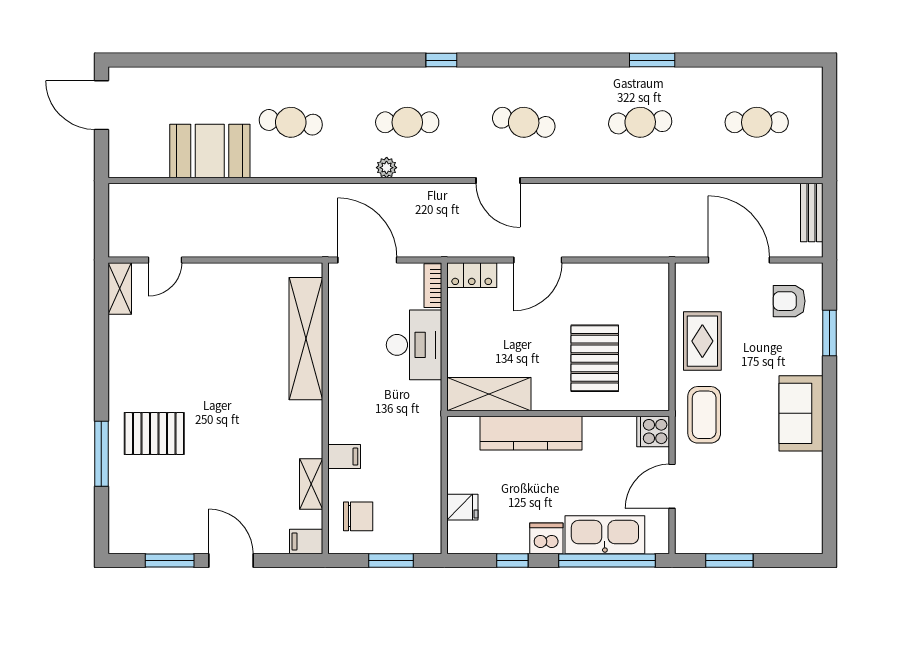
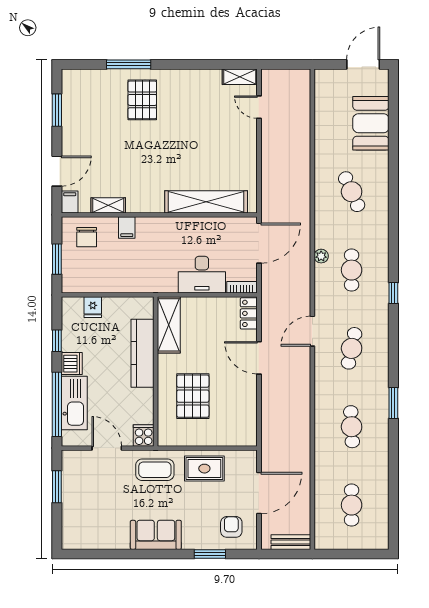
window: (652, 60) -> (393, 403), moved
cafe table: (291, 122) -> (352, 192), turned -30
booth: (210, 151) -> (371, 123), moved
pallet: (595, 358) -> (193, 396), turned 90
door: (231, 560) -> (57, 171), moved

